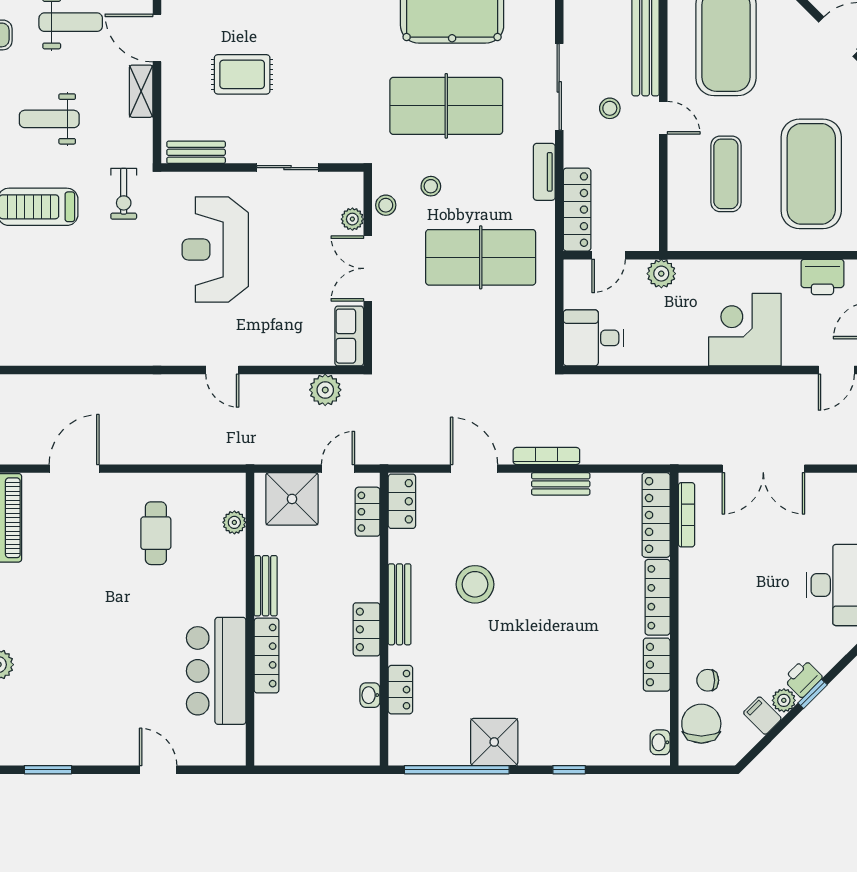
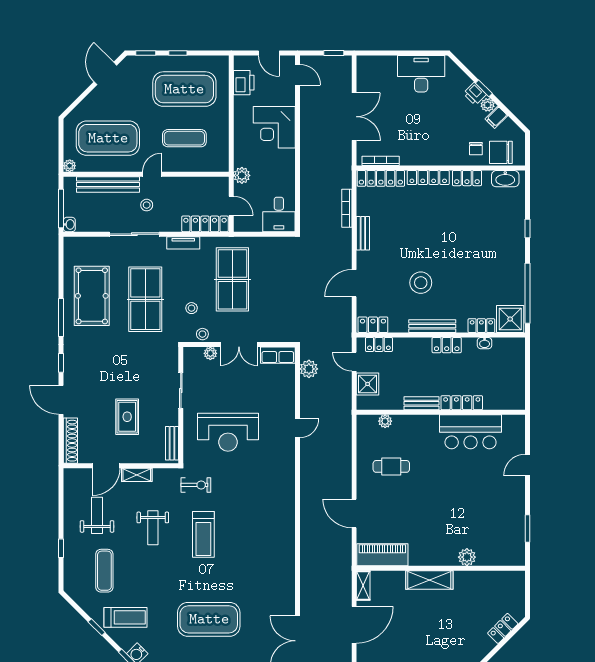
bookcase: (546, 456) -> (347, 208), moved
shower: (292, 499) -> (368, 384), width x0.73, depth x0.73
shower: (494, 742) -> (510, 319), moved
washbasin: (660, 742) -> (505, 179), width x1.91, depth x1.45

